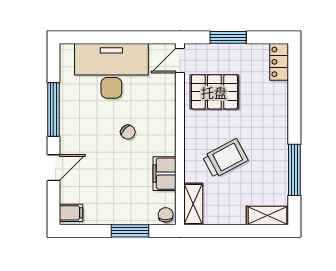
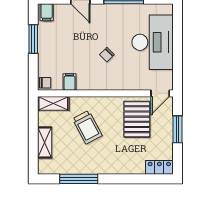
door: (180, 61) -> (160, 93), swing flipped
filing cabinet: (165, 174) -> (70, 82), width x0.50
shelving: (267, 216) -> (45, 143), moved
window: (130, 231) -> (33, 39), moved

